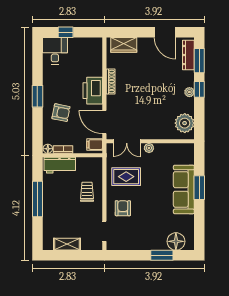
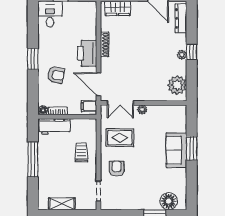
window: (199, 61) -> (192, 24), removed
sofa: (184, 189) -> (176, 150), width x0.73

